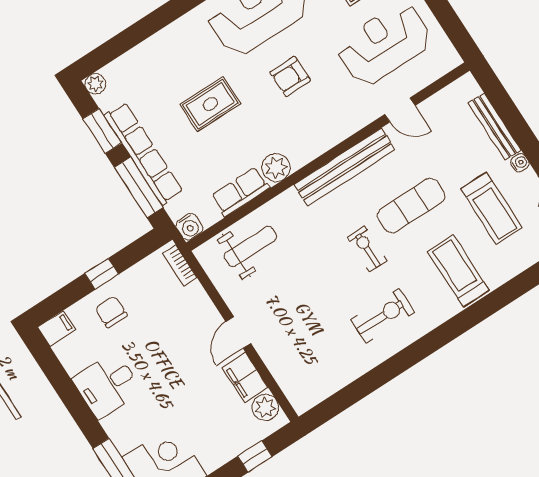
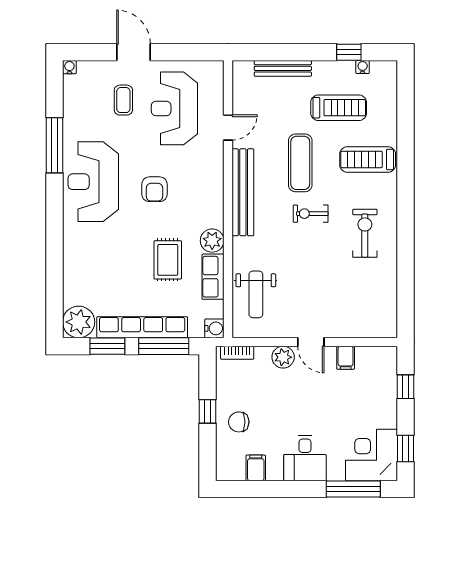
plant: (95, 84) -> (79, 322), width x1.88, depth x1.88
rug: (210, 104) -> (168, 260), moved
water cooler: (520, 163) -> (320, 67), removed
weight bench: (250, 246) -> (256, 294), turned 180
filing cabinet: (57, 328) -> (256, 468), moved
filing cabinet: (245, 378) -> (346, 358), width x0.50
desk: (107, 385) -> (305, 458), moved
plant: (265, 407) -> (283, 357), moved

